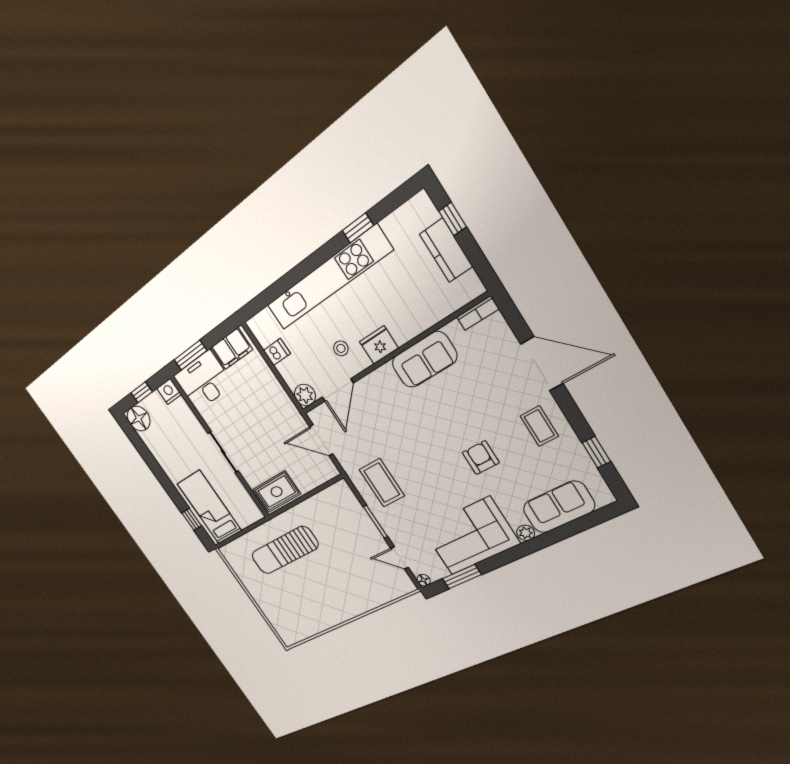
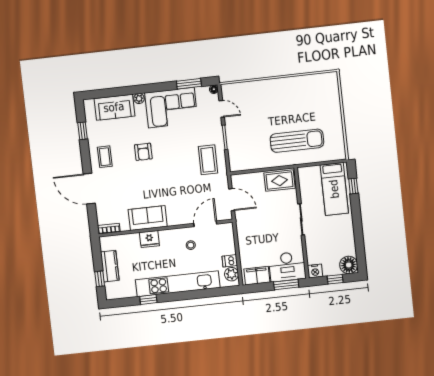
fridge: (379, 345) -> (149, 239), moved
plant: (305, 395) -> (232, 274), moved

